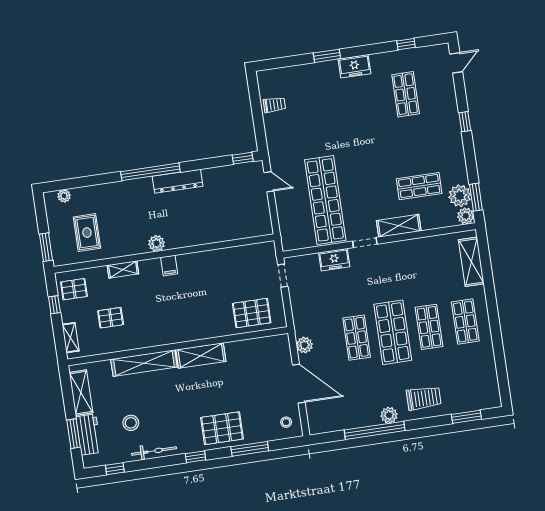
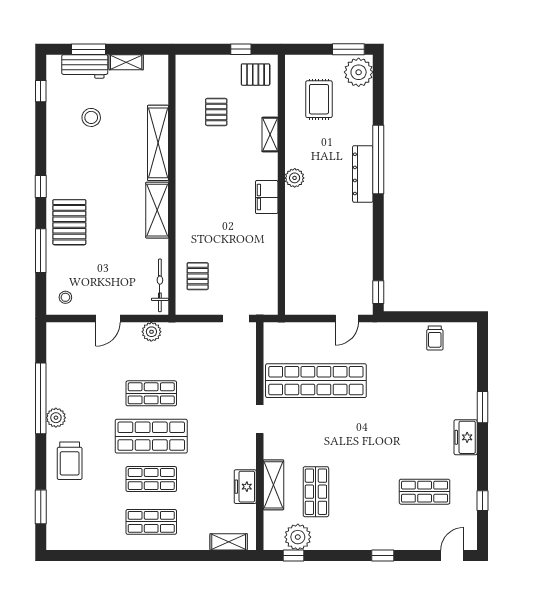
door: (456, 63) -> (452, 556), swing flipped
window: (150, 172) -> (378, 160), moved
dresser: (178, 181) -> (363, 174), moved
plant: (64, 196) -> (359, 72), width x1.88, depth x1.88
window: (476, 197) -> (293, 556), width x0.67
plant: (466, 216) -> (273, 540), removed
shelving: (399, 226) -> (273, 485), moved
rug: (87, 233) -> (319, 99), turned 90
window: (46, 247) -> (348, 49), moved
freezer: (334, 260) -> (245, 487), moved
shelving: (471, 262) -> (229, 542), width x0.67, depth x0.75
filing cabinet: (169, 266) -> (267, 197), width x2.00
pallet: (74, 289) -> (256, 75), turned 90
pallet: (252, 313) -> (198, 276), width x0.67, depth x0.71
shelving: (71, 338) -> (200, 62), removed
door: (299, 384) -> (108, 319), width x0.53
shelving: (81, 393) -> (126, 62), width x0.67, depth x0.75
bicycle: (154, 451) -> (160, 285), moved, turned 180

